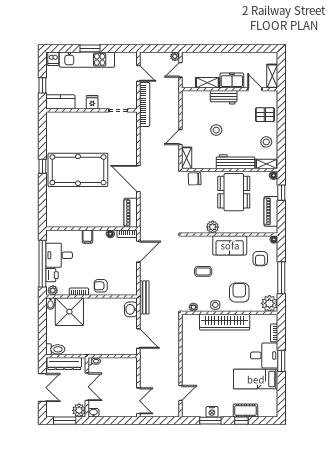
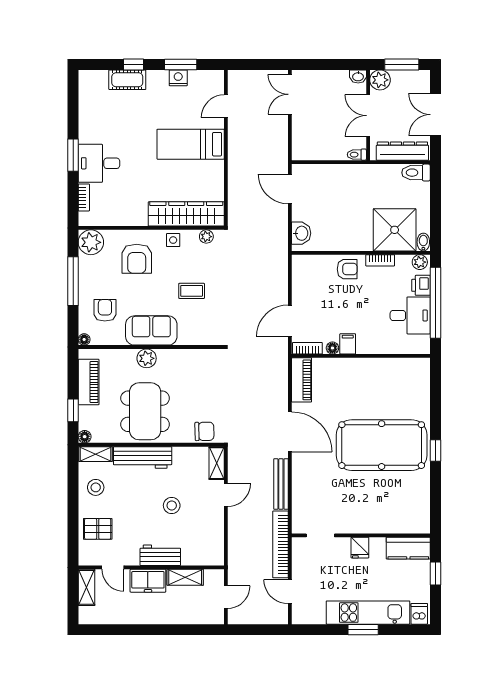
plant: (175, 56) -> (235, 617), removed
plant: (213, 227) -> (147, 358), moved
filing cabinet: (87, 237) -> (348, 344), moved
bench: (144, 297) -> (281, 484), moved
wardrobe: (225, 322) -> (186, 214), moved
bed: (256, 379) -> (191, 144), moved, turned 180

